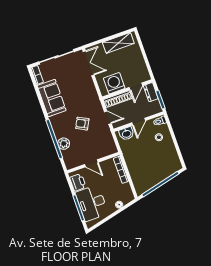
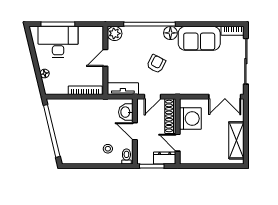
floor lamp: (55, 121) -> (170, 33), added
tv unit: (110, 142) -> (123, 89), added
plant: (64, 144) -> (115, 33), moved
printer: (78, 182) -> (88, 34), removed

